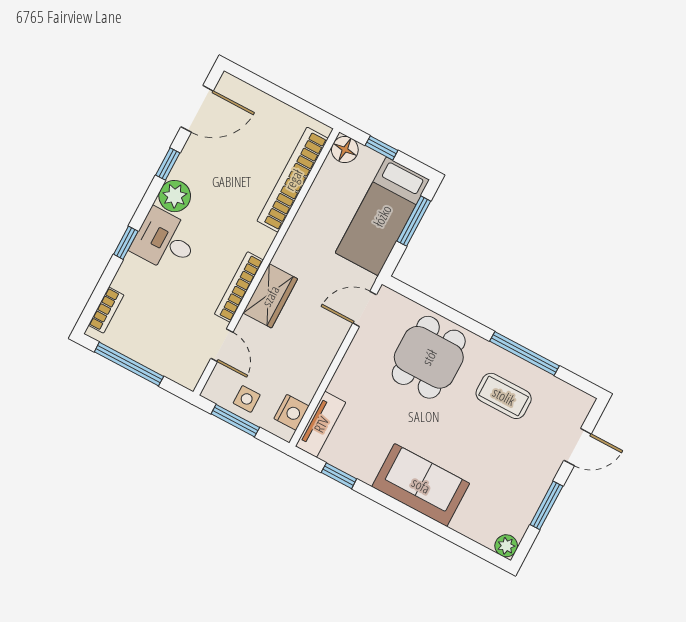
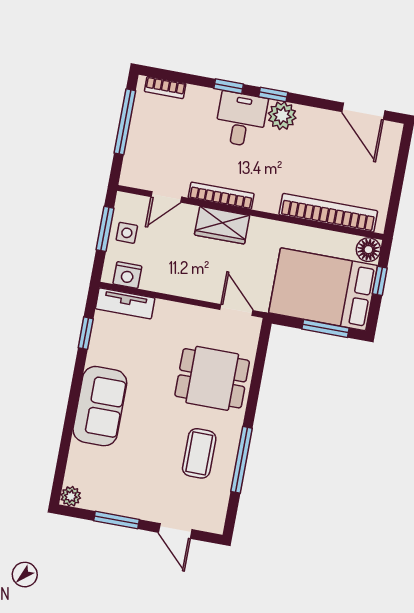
window: (168, 164) -> (273, 95), moved
bed: (382, 216) -> (323, 289), width x1.50

